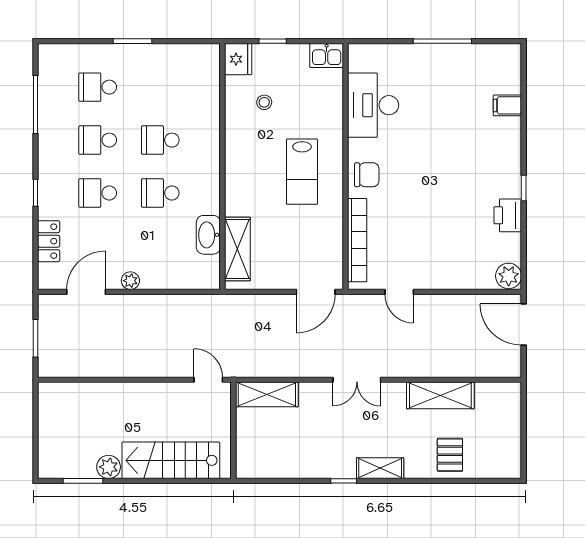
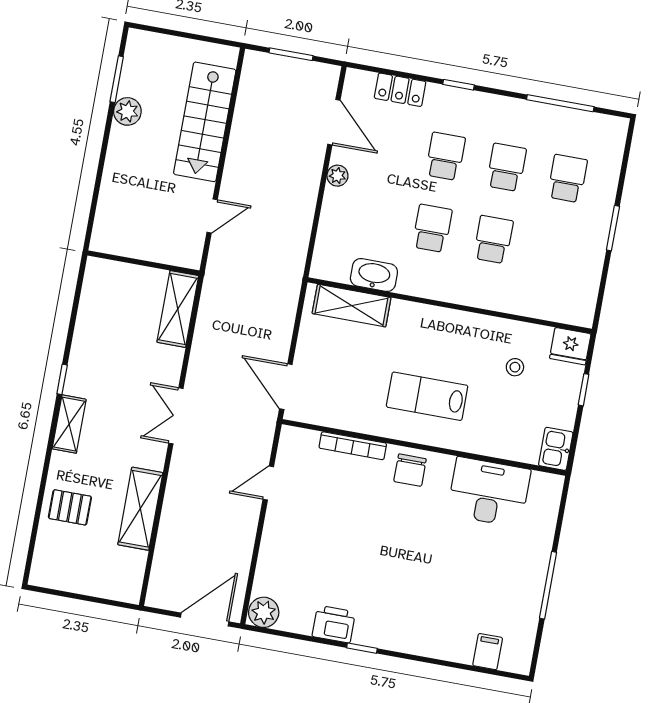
filing cabinet: (507, 105) -> (488, 652), moved
bookcase: (357, 240) -> (353, 446), width x0.68, depth x0.76
door: (208, 380) -> (212, 216), moved
stairs: (171, 460) -> (205, 122), moved, turned 180

